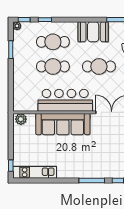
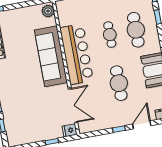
cafe table: (53, 66) -> (110, 35), width x0.73, depth x0.74

